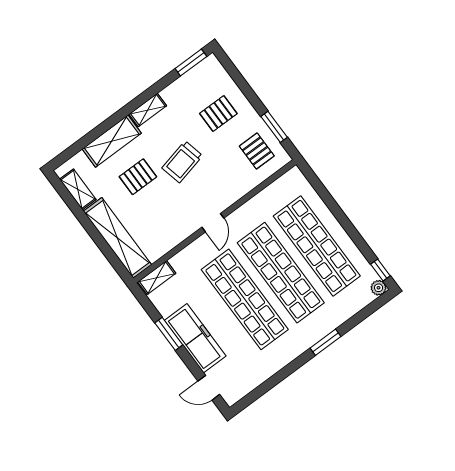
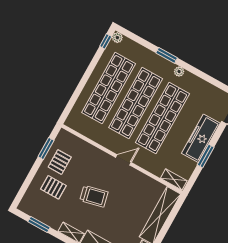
window: (191, 62) -> (39, 224), moved
pallet: (257, 151) -> (60, 162), moved
pallet: (138, 177) -> (116, 220), removed
plant: (297, 349) -> (179, 72), added

